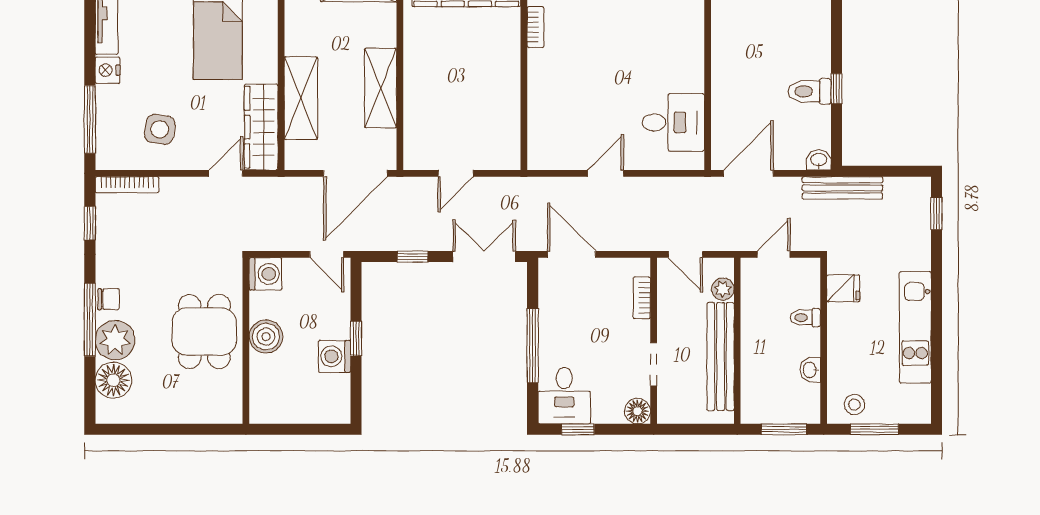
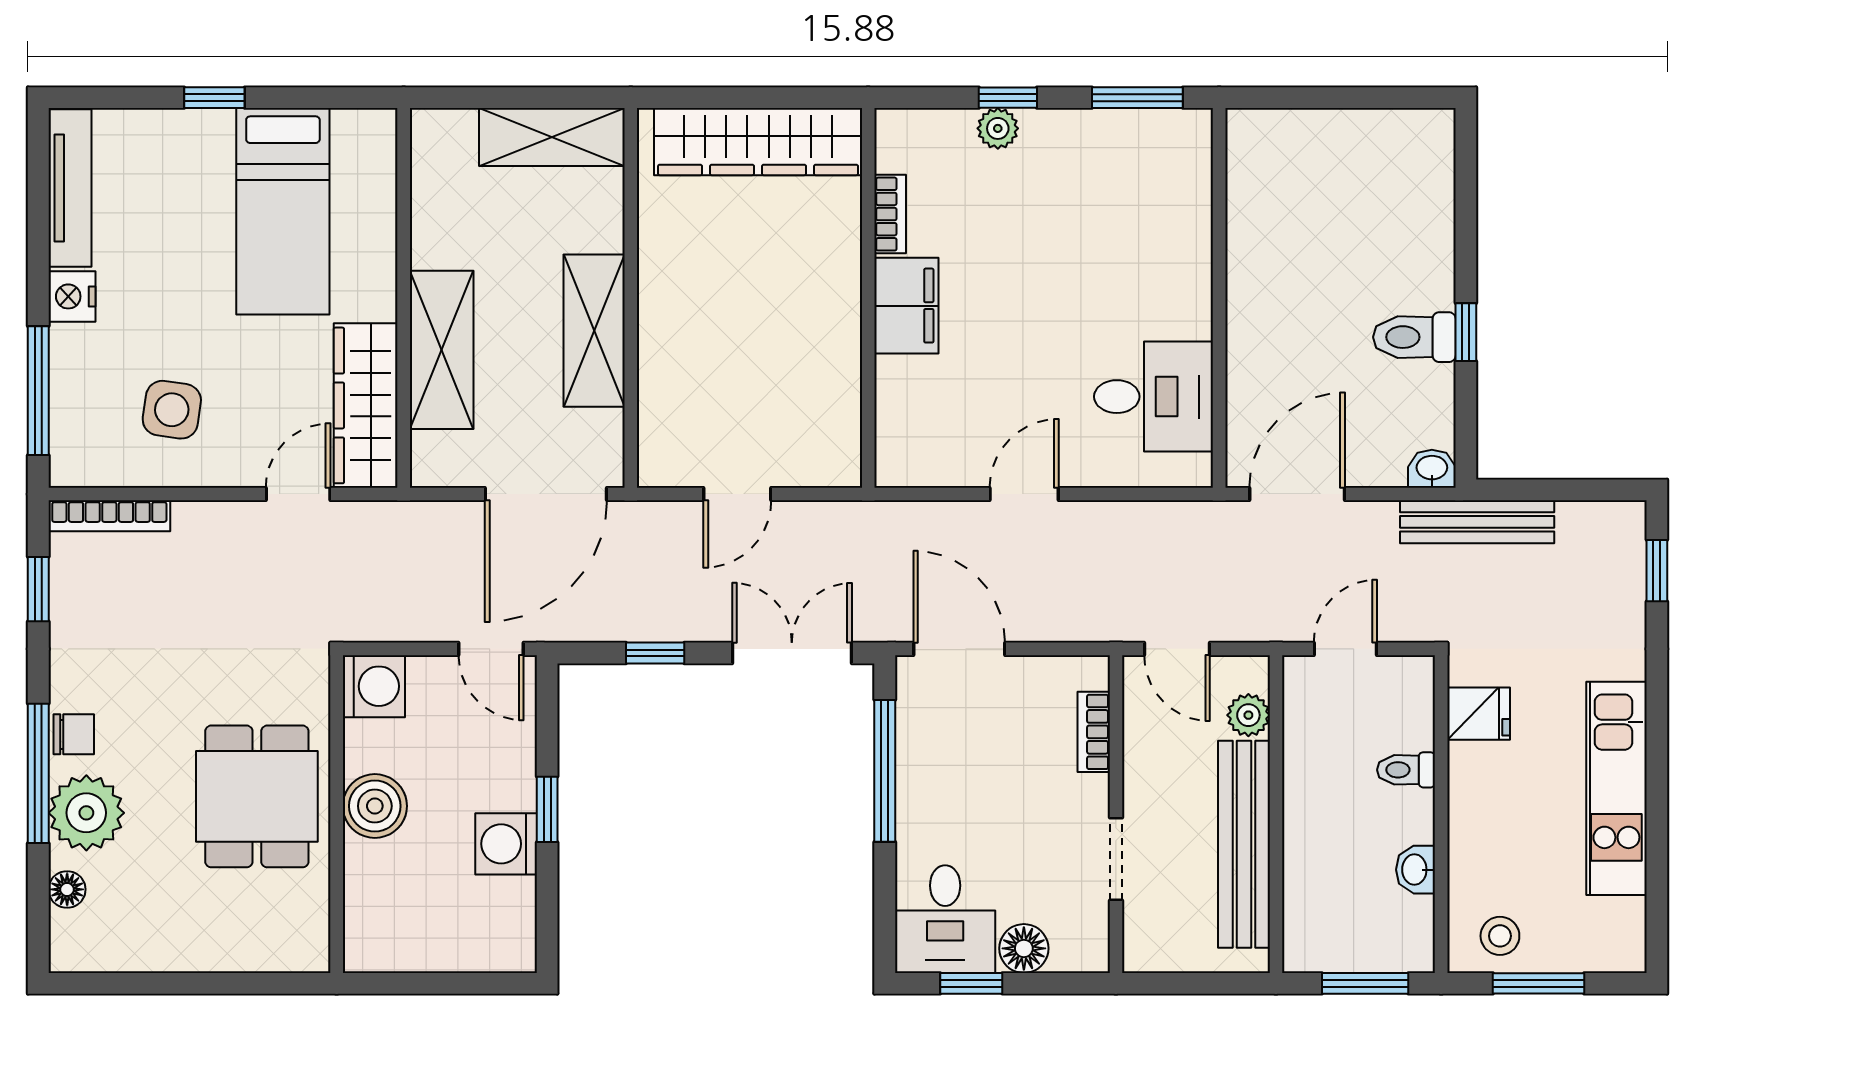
filing cabinet: (544, 75) -> (906, 306), added
window: (533, 346) -> (885, 771), moved
floor lamp: (113, 380) -> (67, 889), width x0.53, depth x0.53
floor lamp: (637, 411) -> (1024, 948), moved

